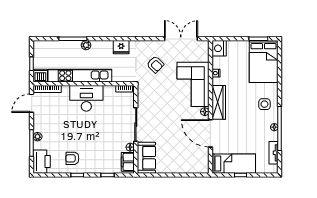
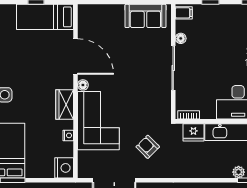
fridge: (121, 47) -> (193, 132), moved, turned 180
wardrobe: (219, 102) -> (65, 105), width x0.67
sofa: (146, 158) -> (145, 16), moved, turned -90
filing cabinet: (128, 162) -> (184, 13), width x0.50

